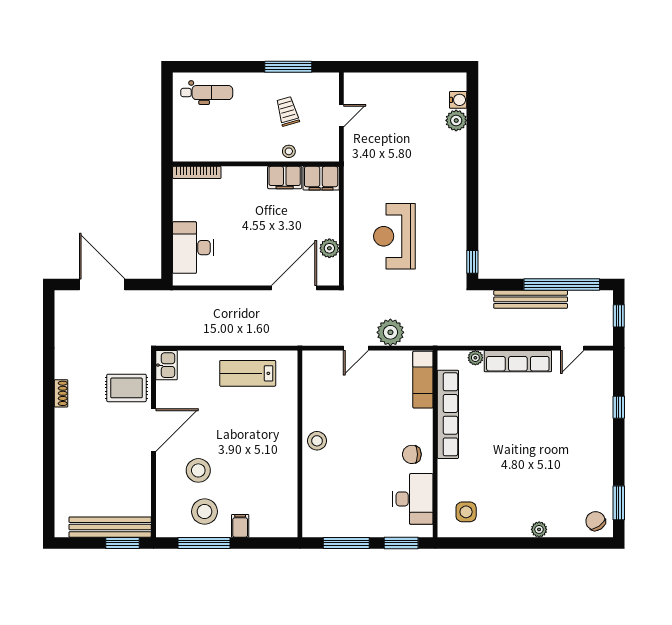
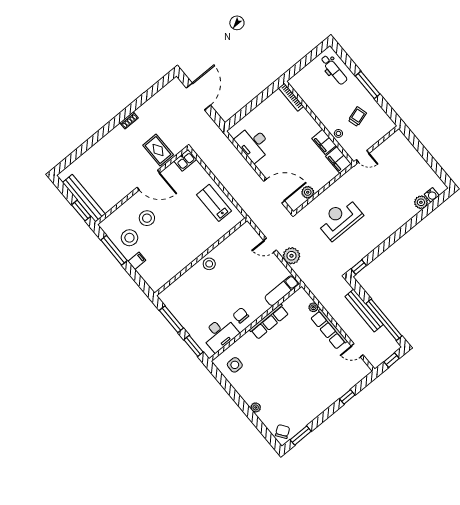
window: (288, 67) -> (368, 85), moved
door: (341, 116) -> (363, 156), moved
desk: (193, 248) -> (253, 144), moved, turned -90
row of seats: (448, 414) -> (269, 322), width x0.73

